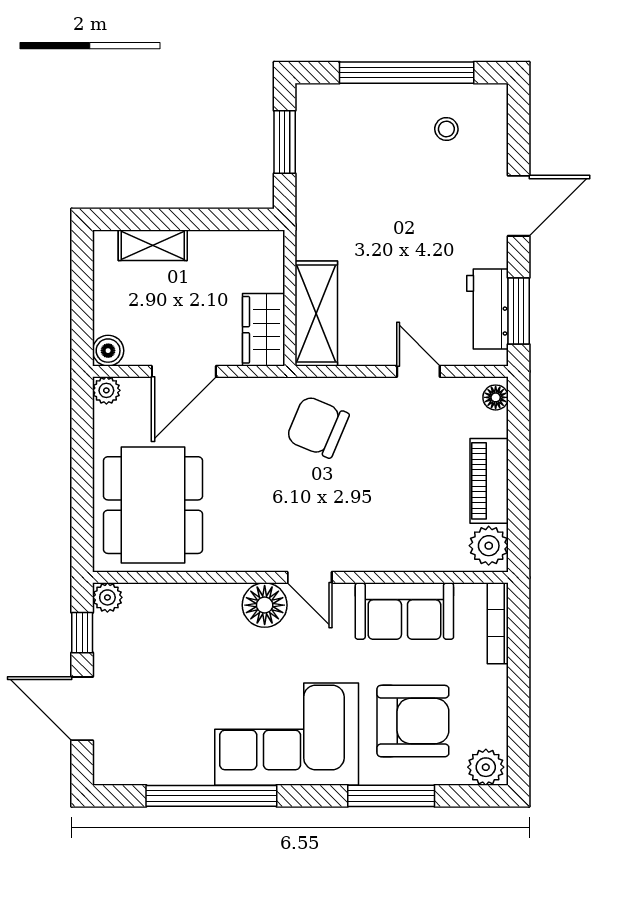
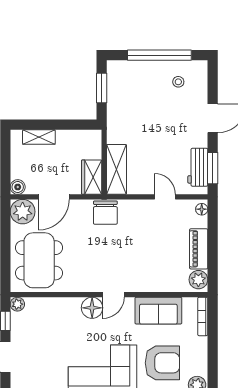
plant: (106, 390) -> (23, 212), width x1.88, depth x1.88
chair: (318, 427) -> (105, 213), moved, turned -113
door: (310, 577) -> (113, 295), hinge flipped

